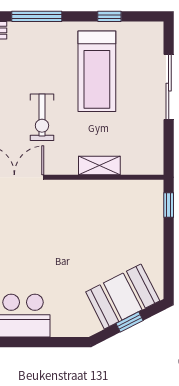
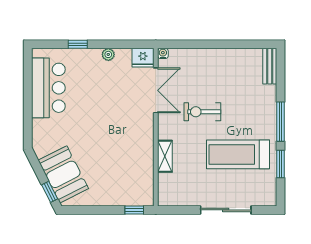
window: (37, 16) -> (281, 122), moved
window: (109, 16) -> (281, 164), width x1.50
window: (129, 322) -> (50, 192), moved

